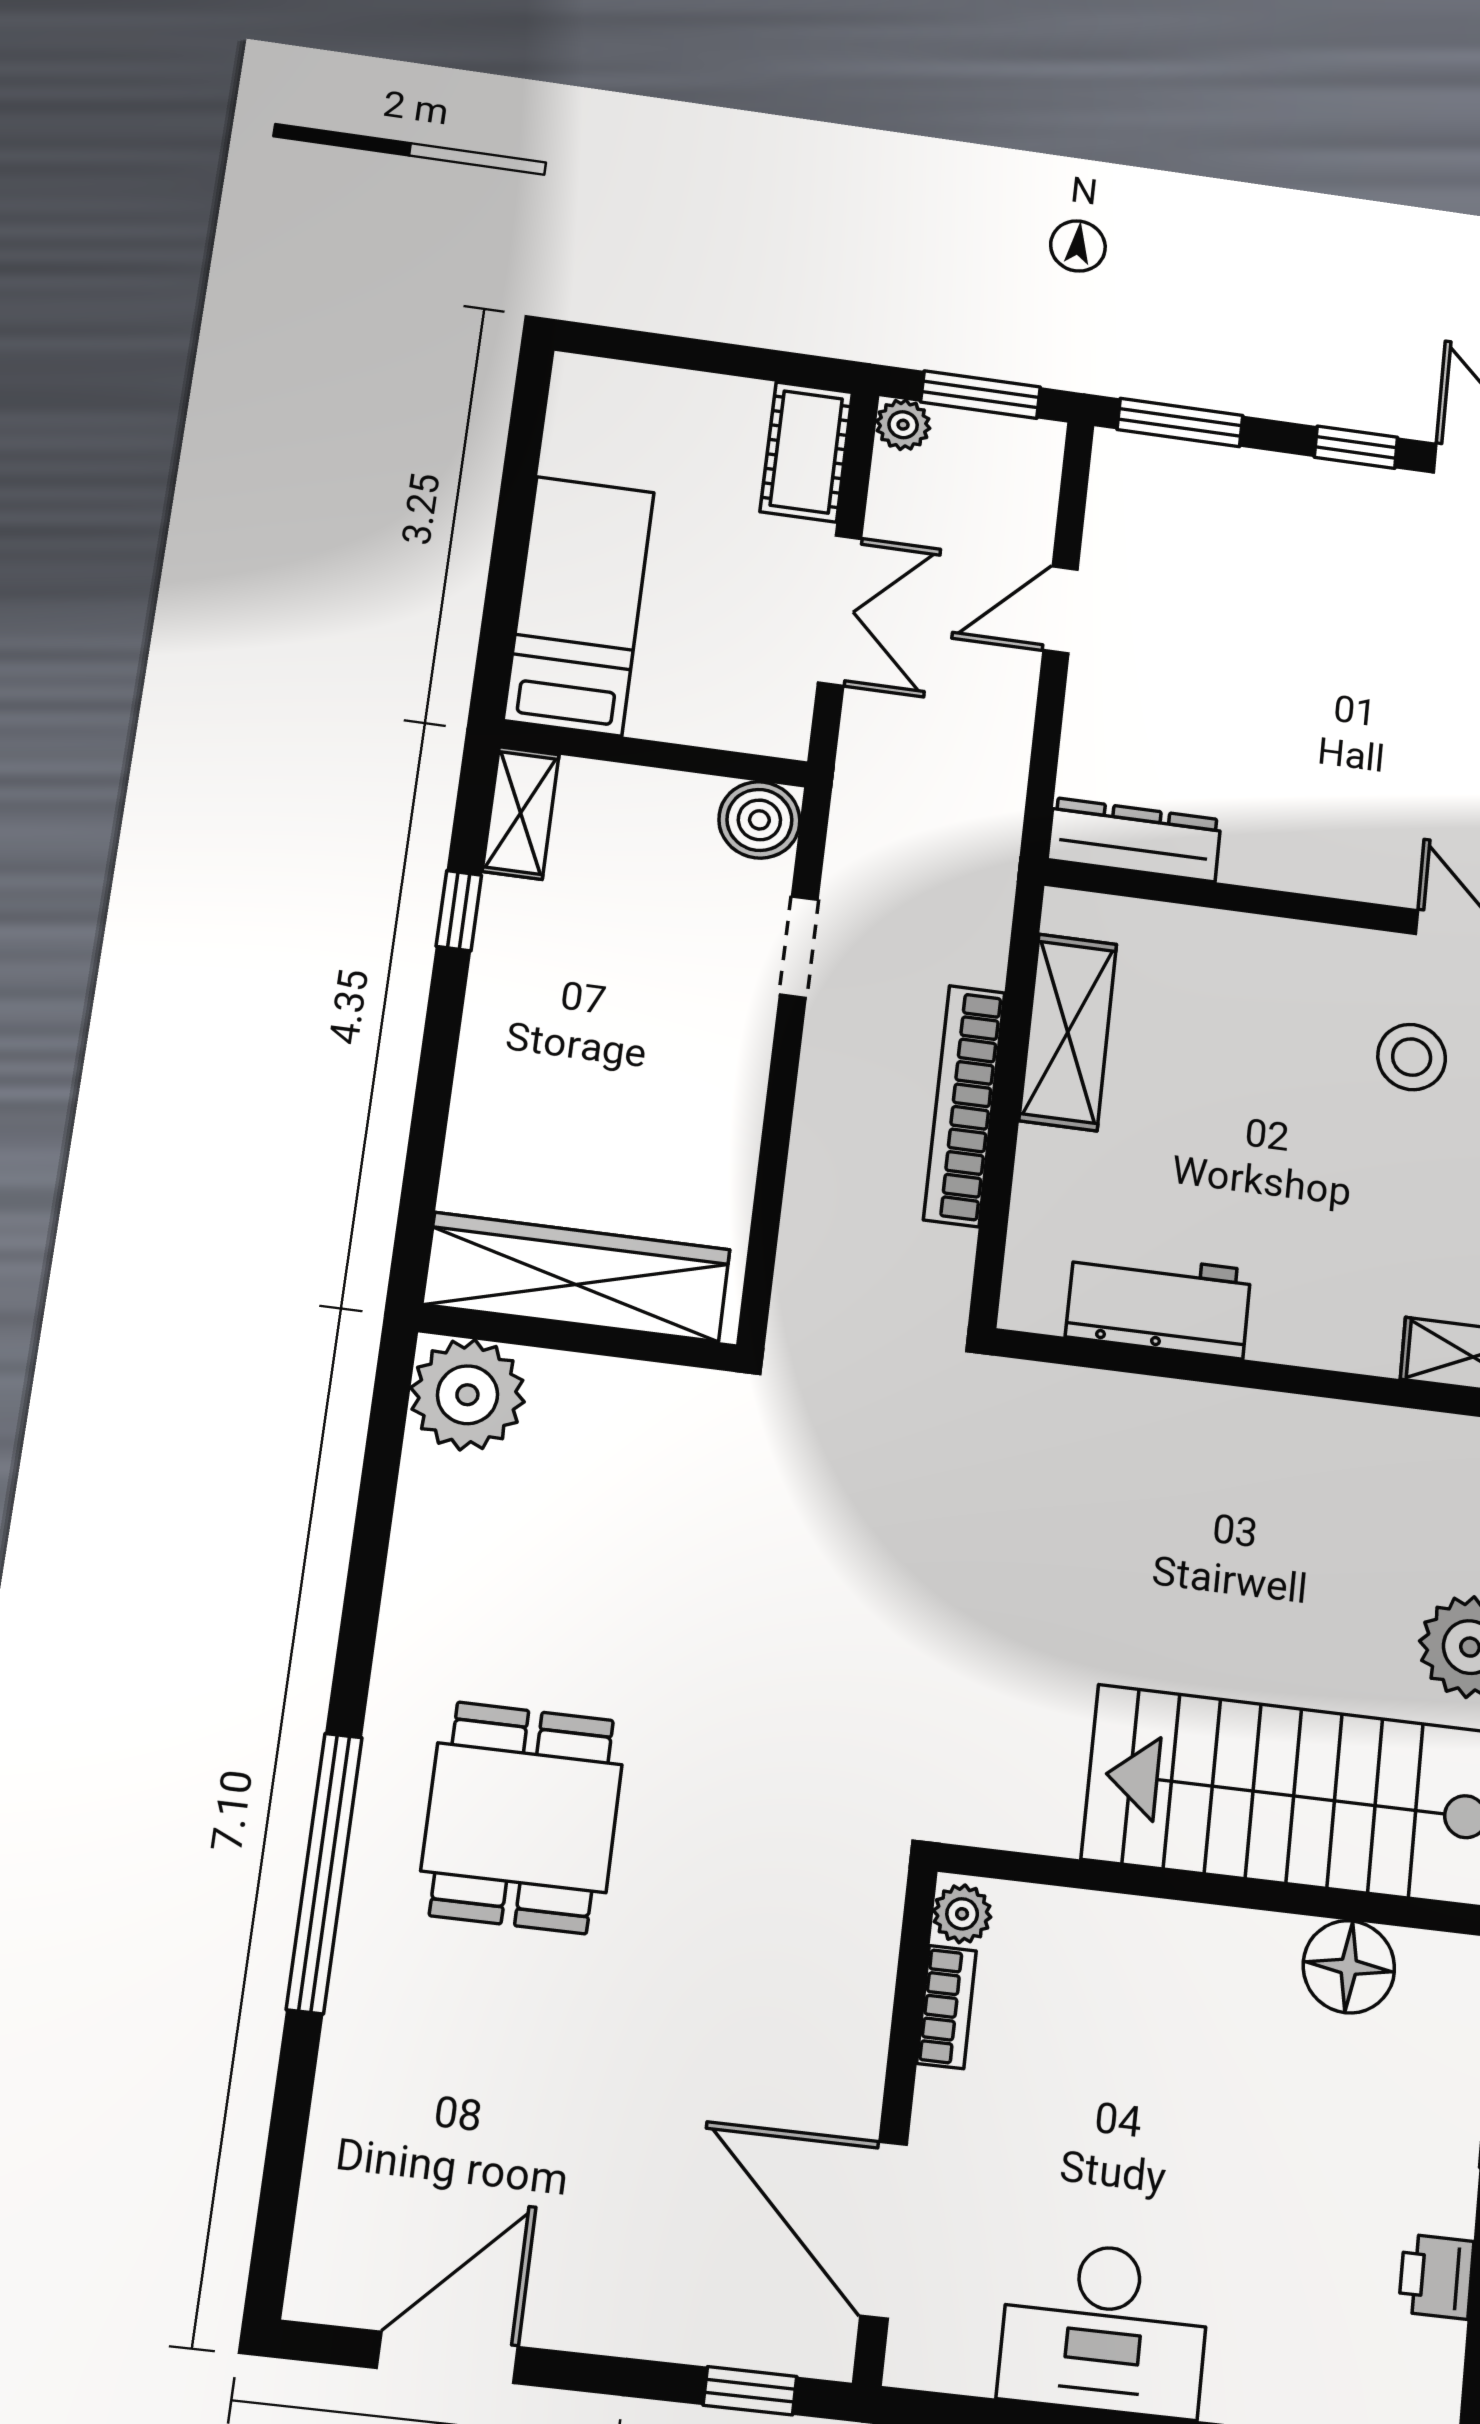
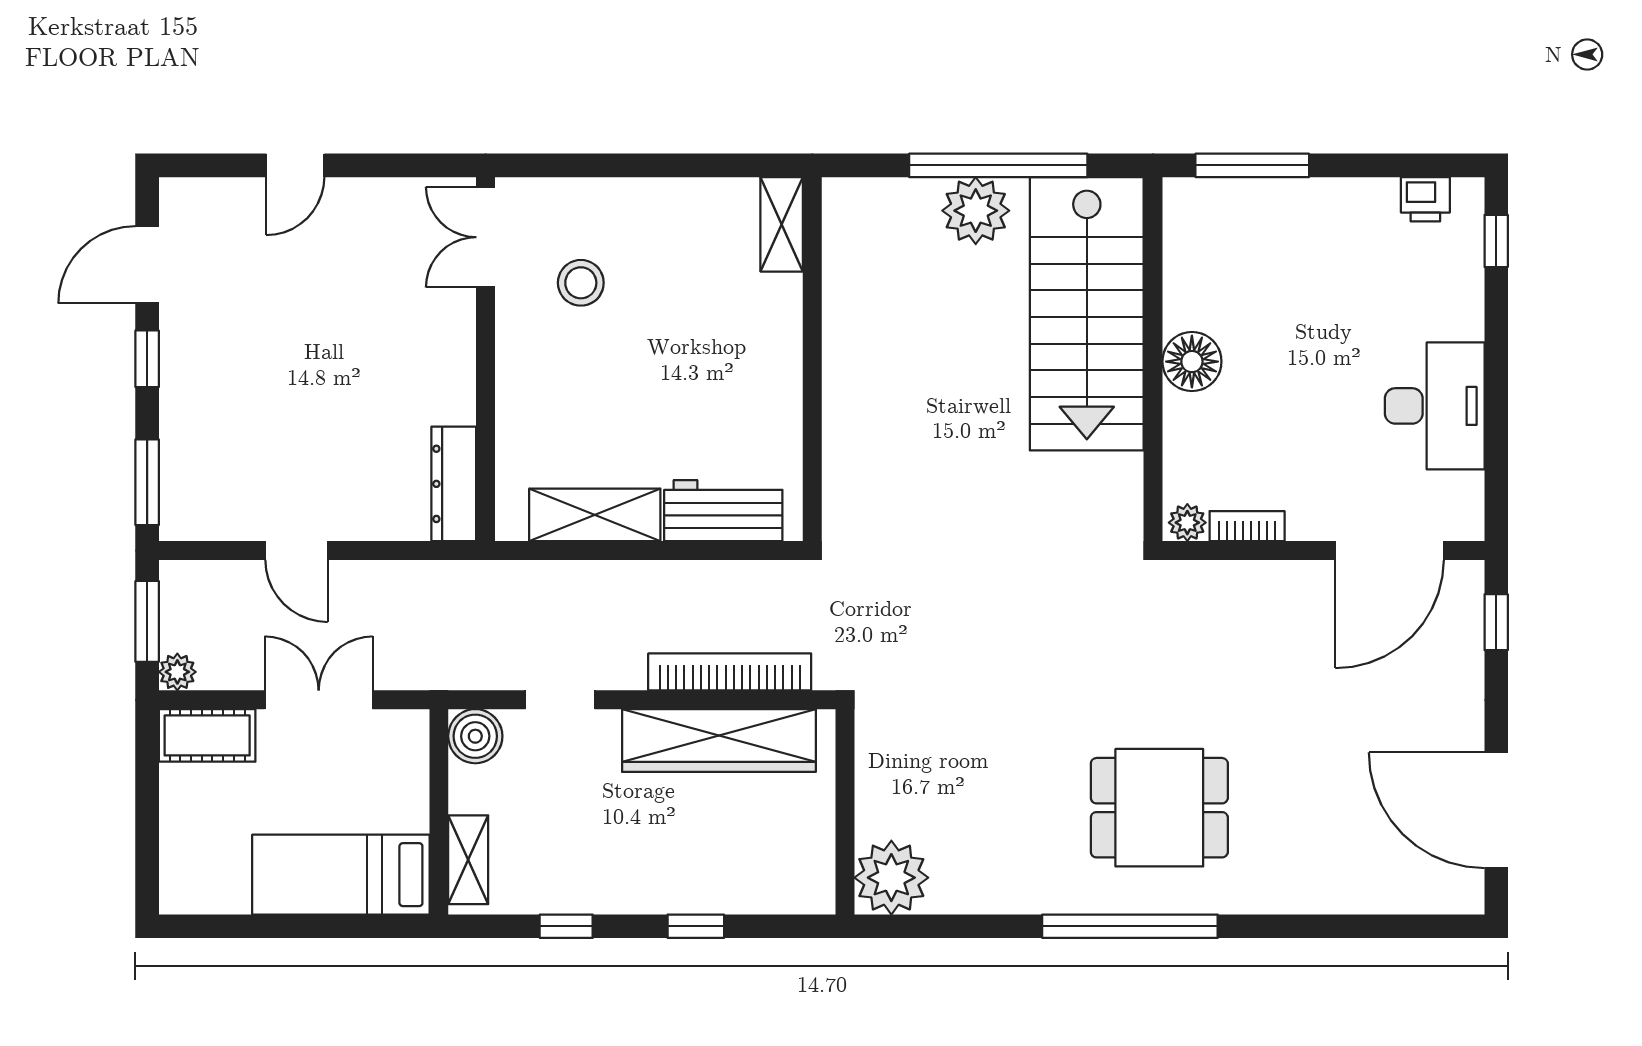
shelving: (521, 813) -> (468, 860), moved, turned 90
window: (433, 1097) -> (696, 926), added
bookcase: (964, 1106) -> (730, 672), moved, turned 180
wardrobe: (576, 1277) -> (719, 741), moved, turned -90
workbench: (1158, 1303) -> (723, 511), moved, turned 90
window: (324, 1873) -> (1130, 926), moved
floor lamp: (1349, 1967) -> (1192, 362), moved
printer: (1436, 2277) -> (1425, 199), moved
door: (447, 2357) -> (1496, 810), width x1.36

